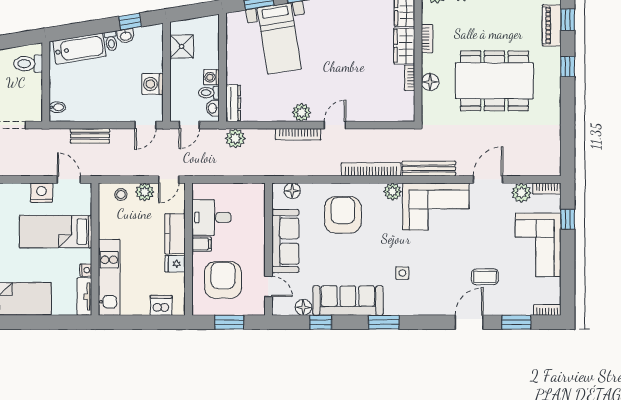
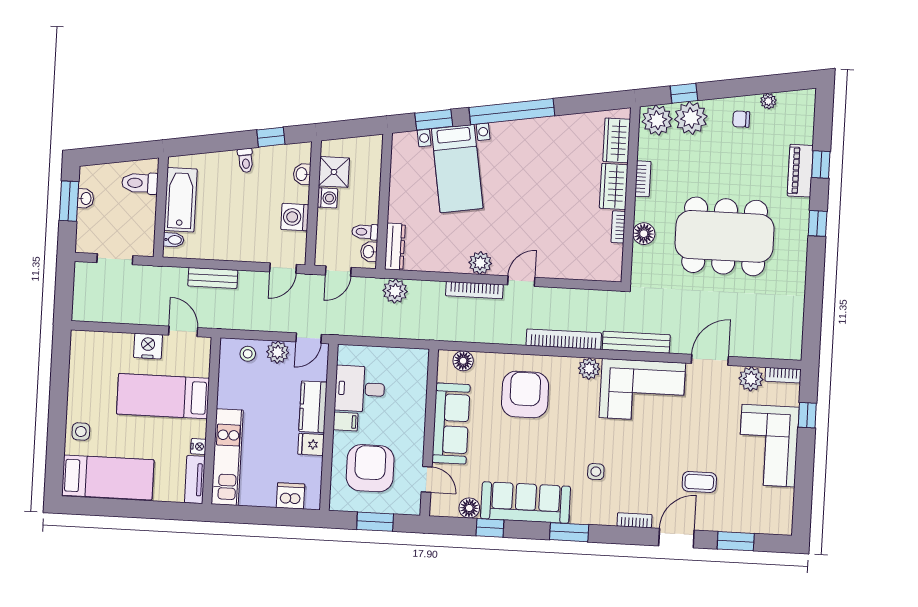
washbasin: (126, 36) -> (302, 174), moved, turned 99
bathtub: (79, 49) -> (180, 200), moved, turned -81
washing machine: (211, 77) -> (327, 198), moved, turned 180
bookcase: (547, 310) -> (634, 520), moved

